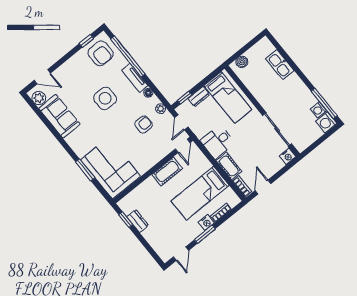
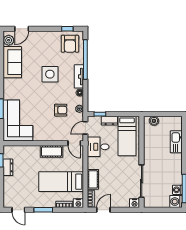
door: (42, 77) -> (22, 29), hinge flipped
desk: (218, 142) -> (98, 147), moved
door: (183, 146) -> (74, 143), hinge flipped
nightstand: (206, 222) -> (78, 203), moved
door: (181, 254) -> (18, 210), hinge flipped

